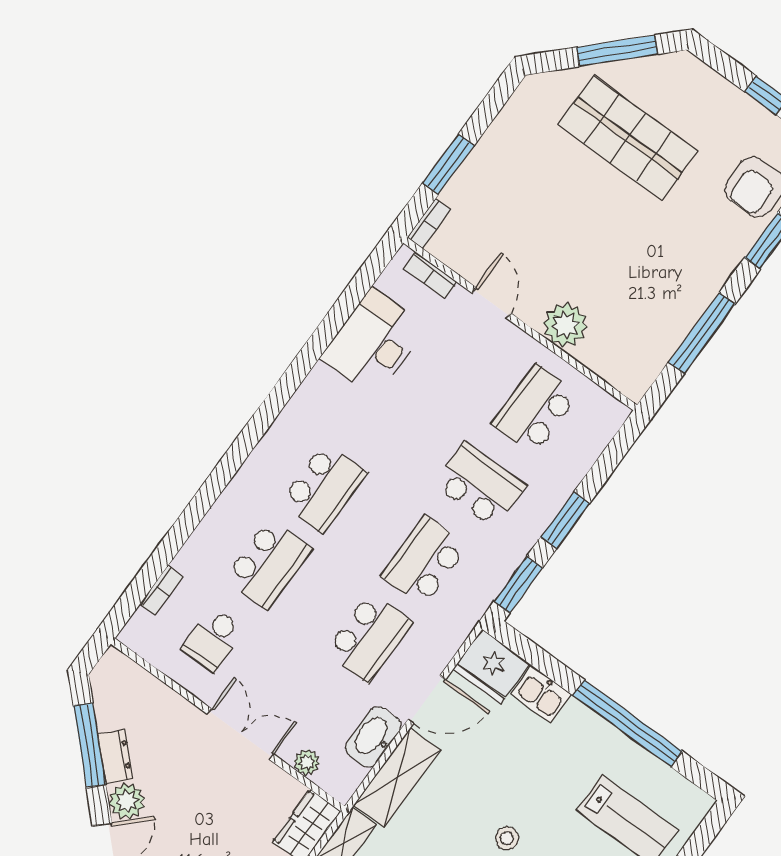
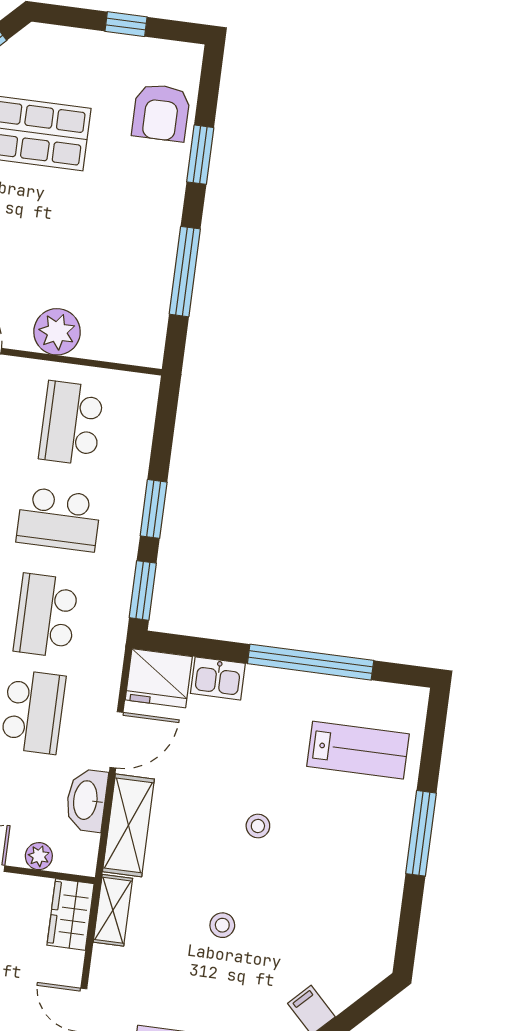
school desk: (480, 485) -> (59, 519), turned 180

